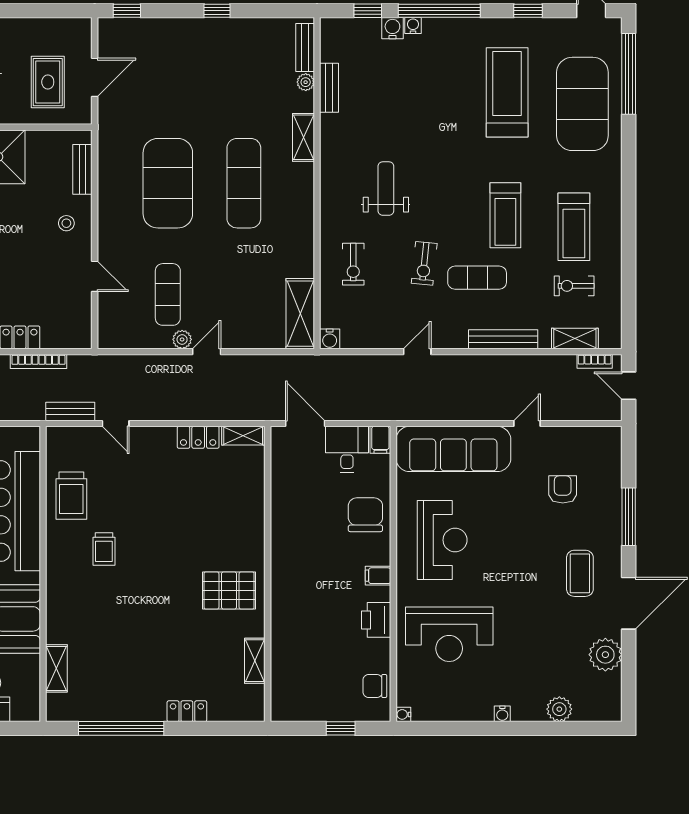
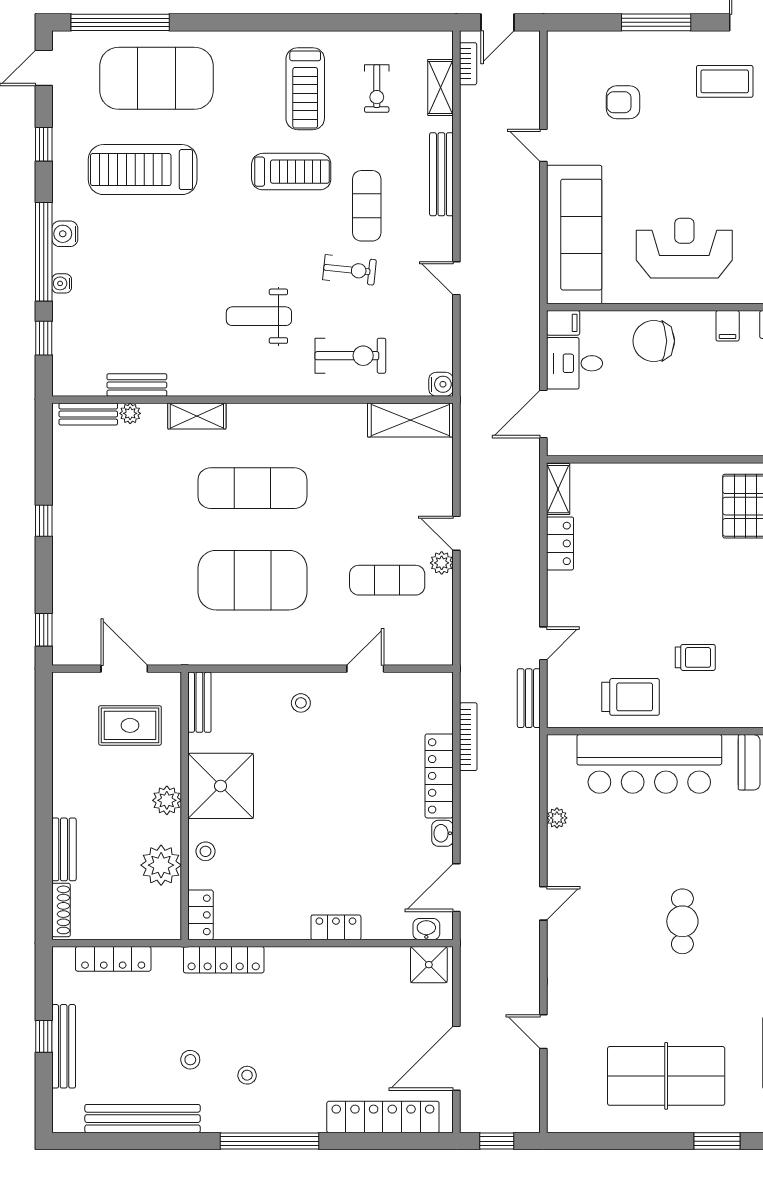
water cooler: (392, 28) -> (65, 234), moved
bench: (82, 169) -> (199, 702), moved, turned 90
treadmill: (574, 227) -> (305, 89), turned 90
exercise bike: (353, 264) -> (350, 356), width x1.38, depth x1.39

